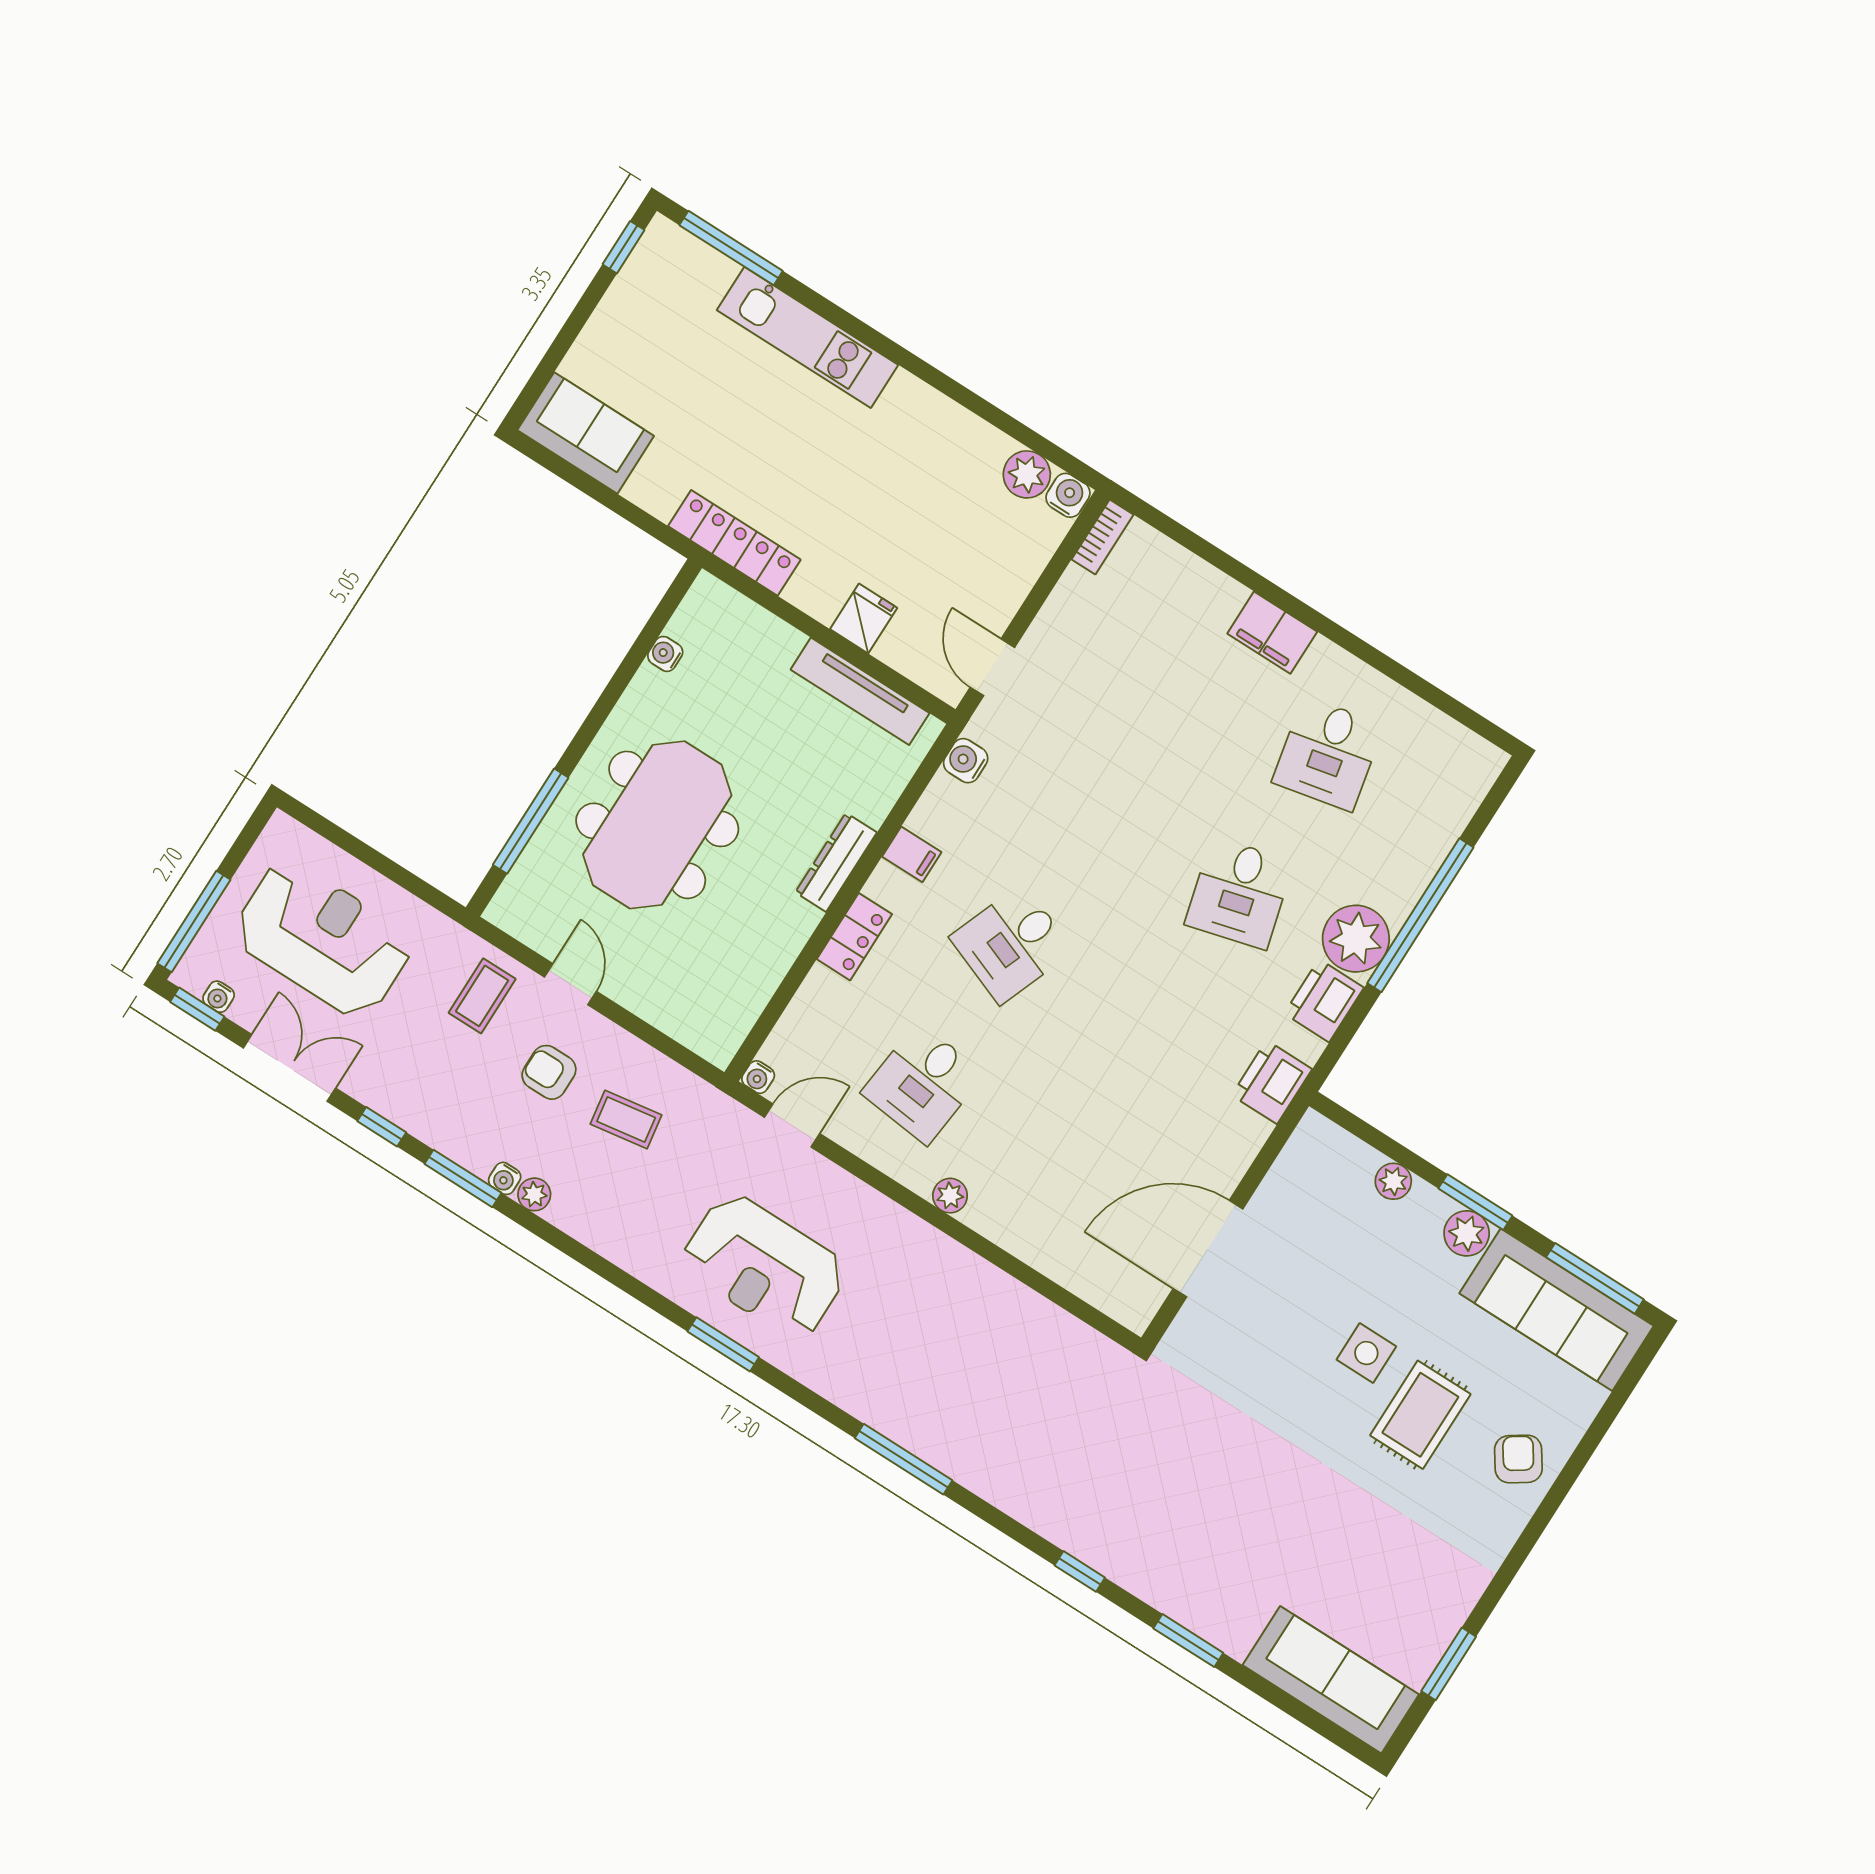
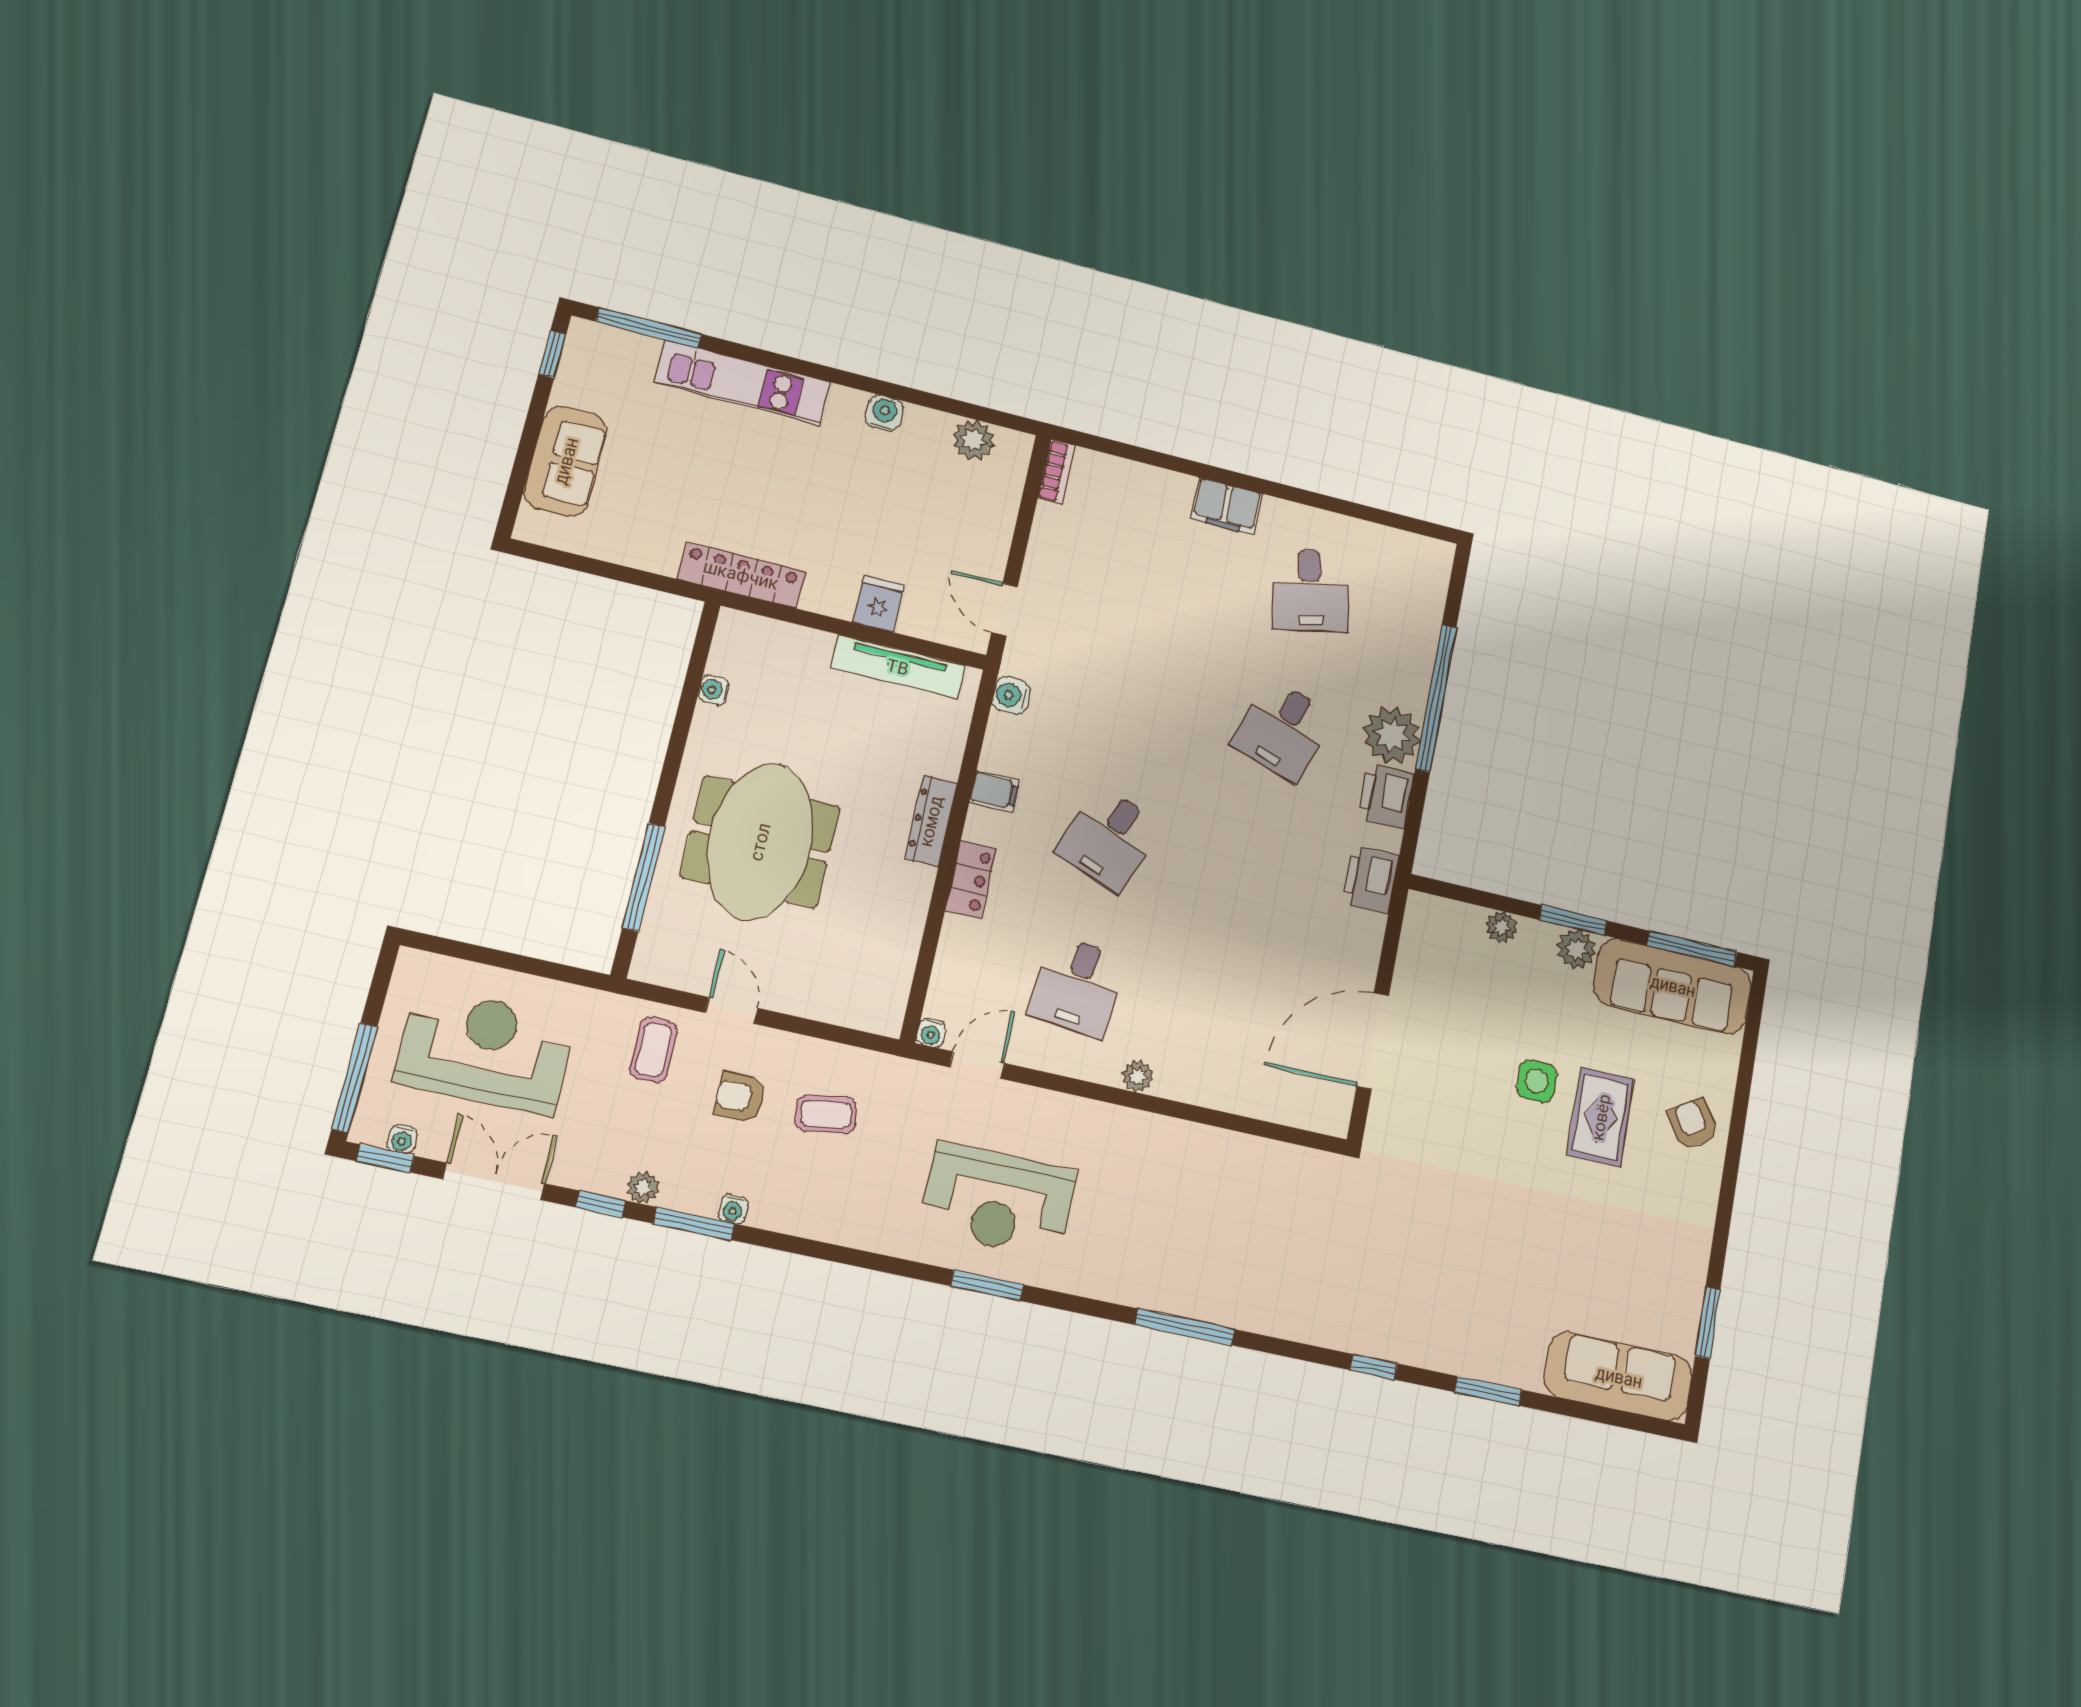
sofa: (586, 433) -> (566, 461), moved, turned 90
water cooler: (1068, 495) -> (884, 413), moved
desk: (1239, 893) -> (1282, 730), turned 33
plant: (534, 1194) -> (643, 1188), moved

